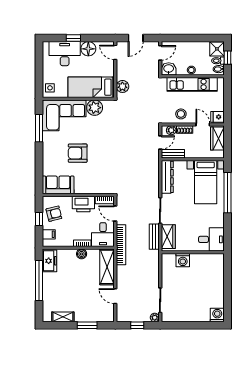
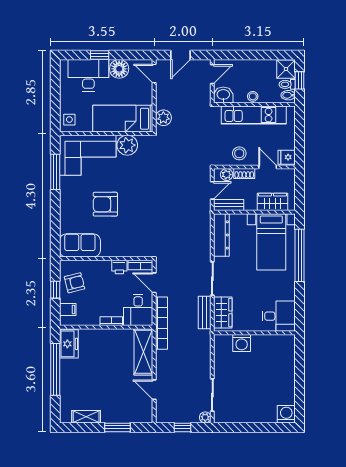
wardrobe: (217, 138) -> (272, 202), moved, turned 90
printer: (83, 204) -> (119, 267), width x0.53, depth x0.68
boiler: (82, 254) -> (110, 335), removed

